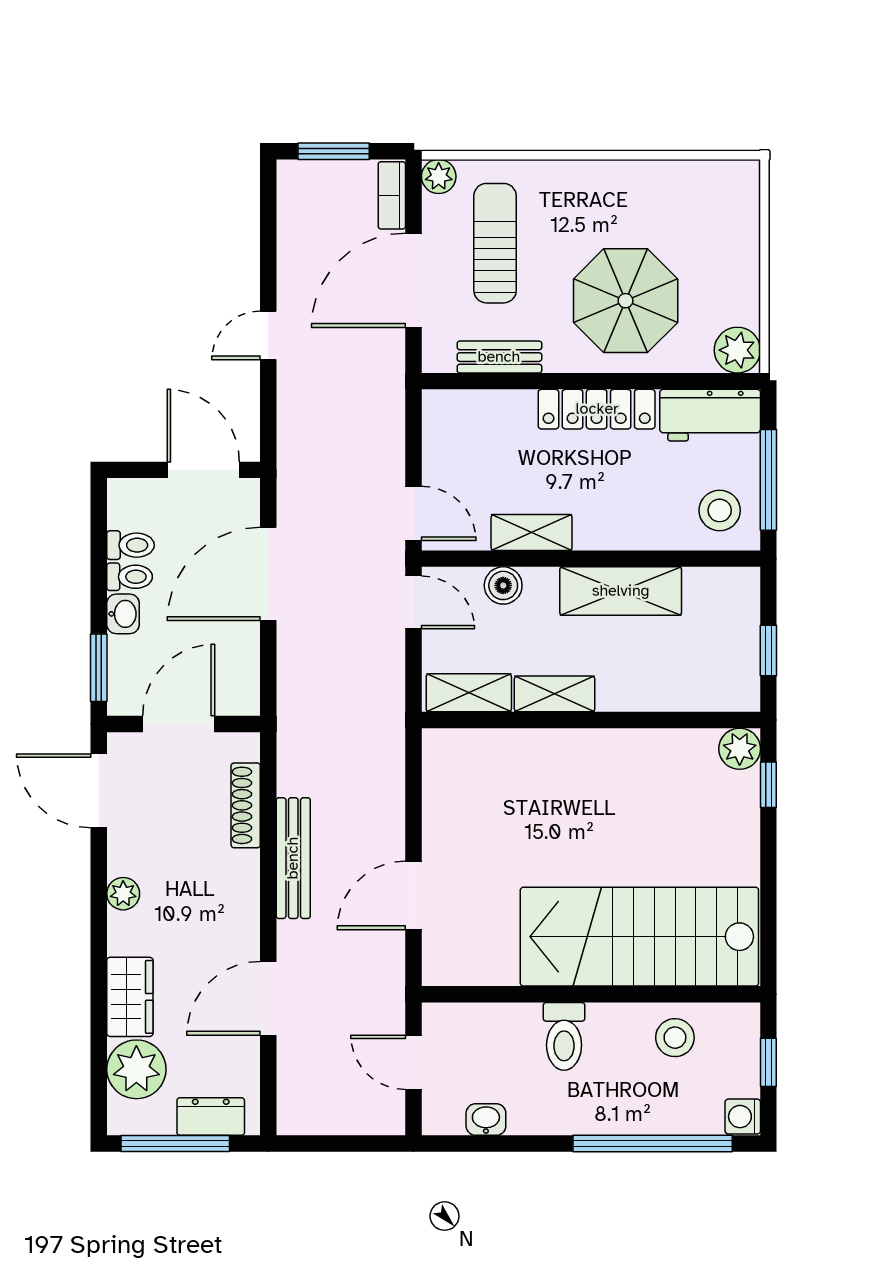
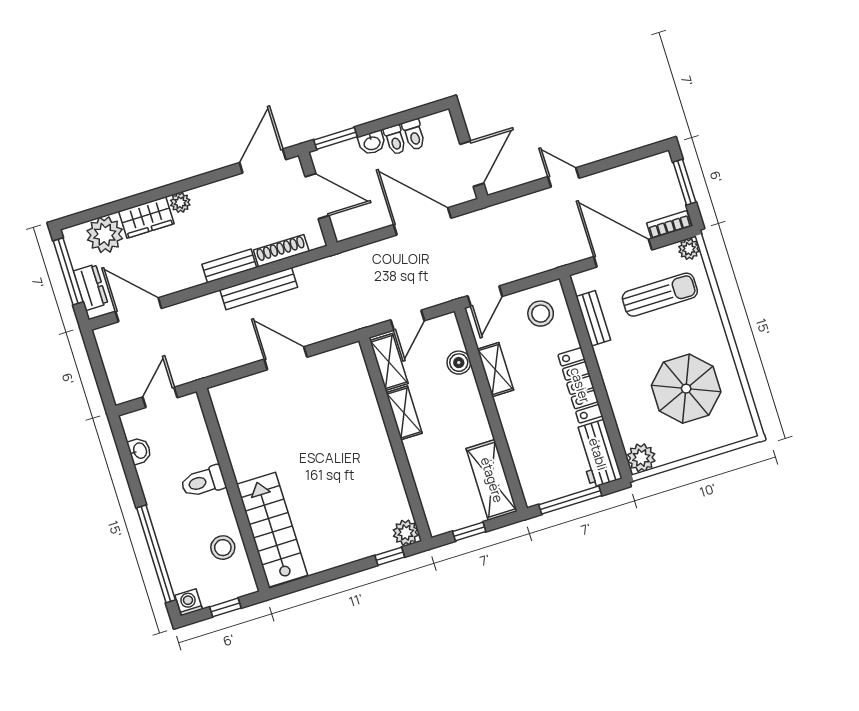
parasol: (626, 301) -> (686, 389), moved
stool: (720, 510) -> (541, 314), moved
shelving: (621, 591) -> (492, 480), moved
door: (413, 602) -> (407, 320), moved
bench: (244, 893) -> (229, 266), added
plant: (123, 894) -> (180, 203), moved
door: (413, 895) -> (286, 358), moved
stairs: (639, 937) -> (272, 530), width x0.73, depth x0.66
door: (268, 998) -> (138, 310), moved

